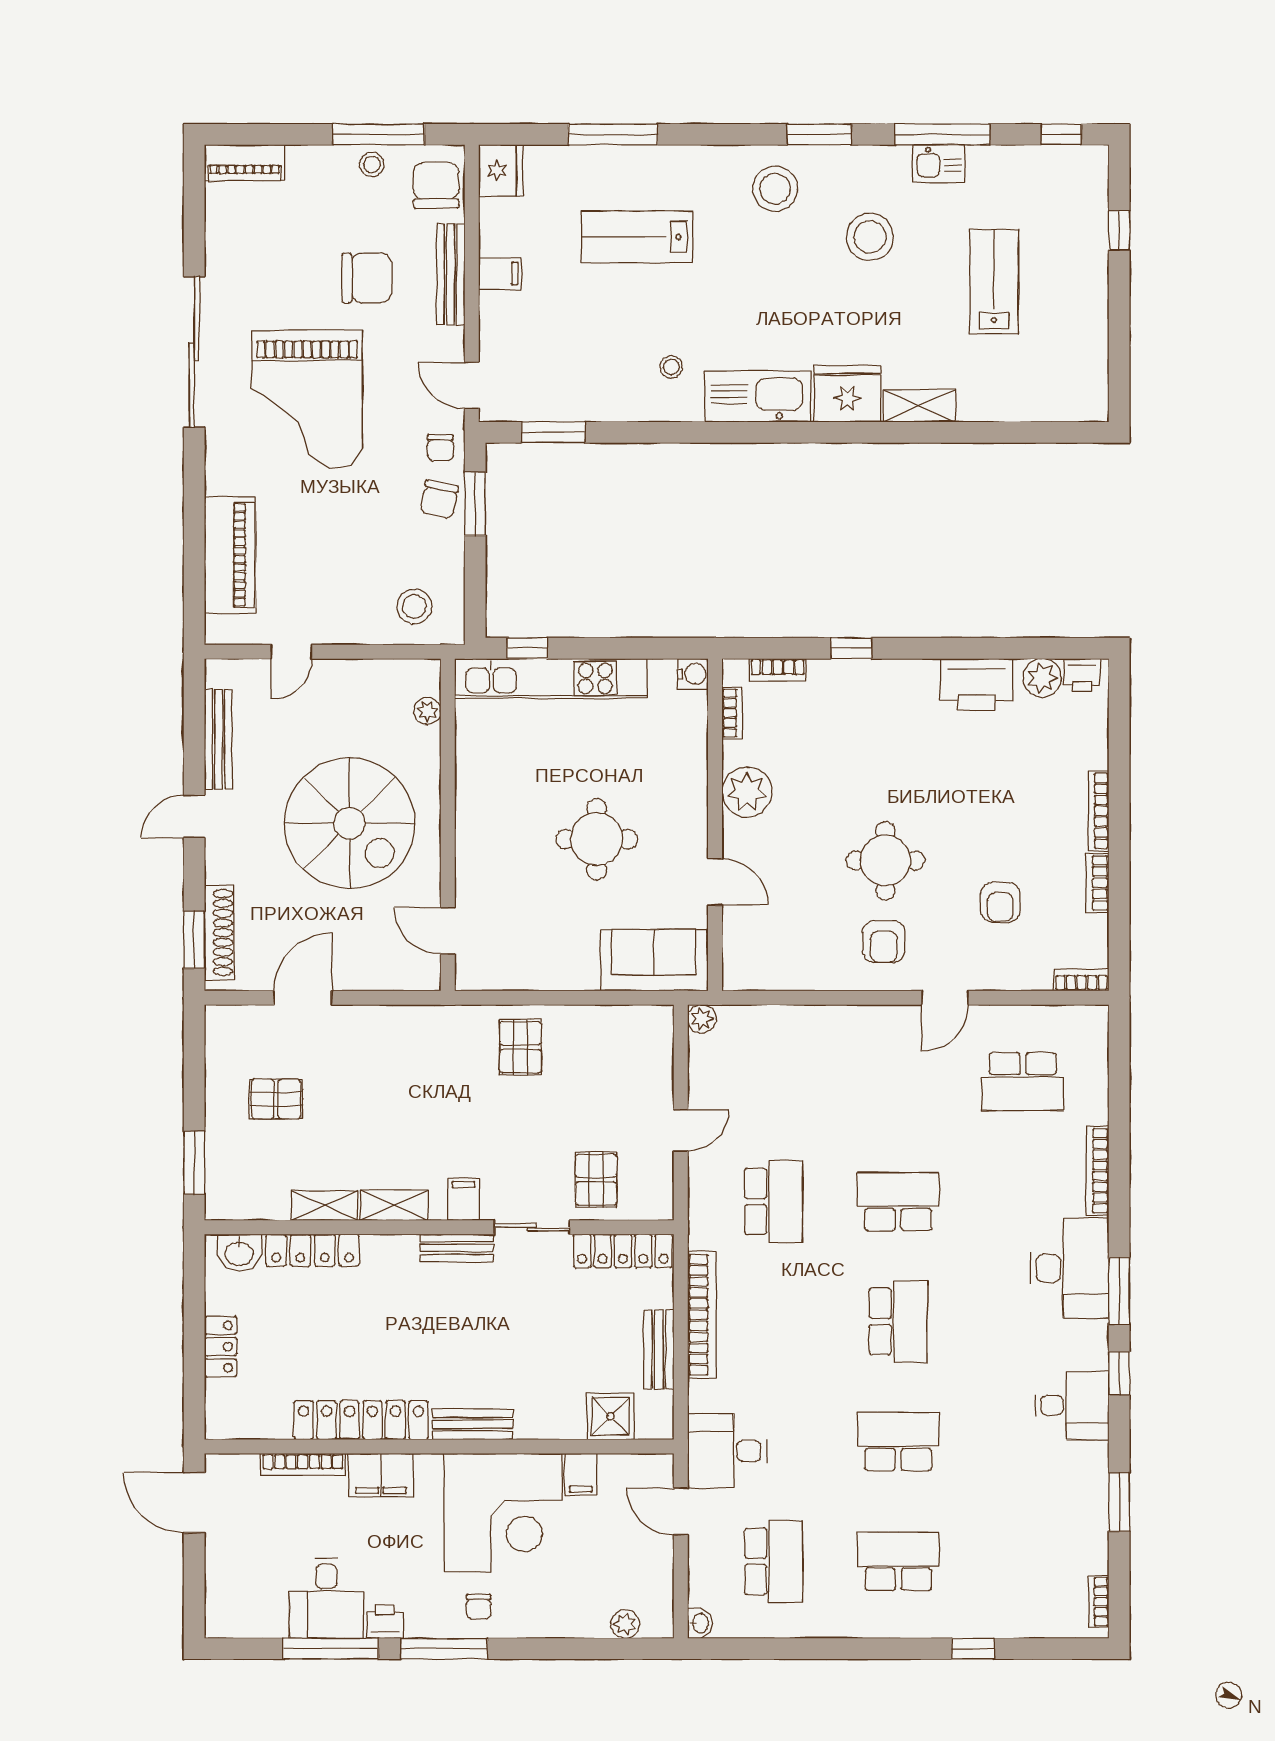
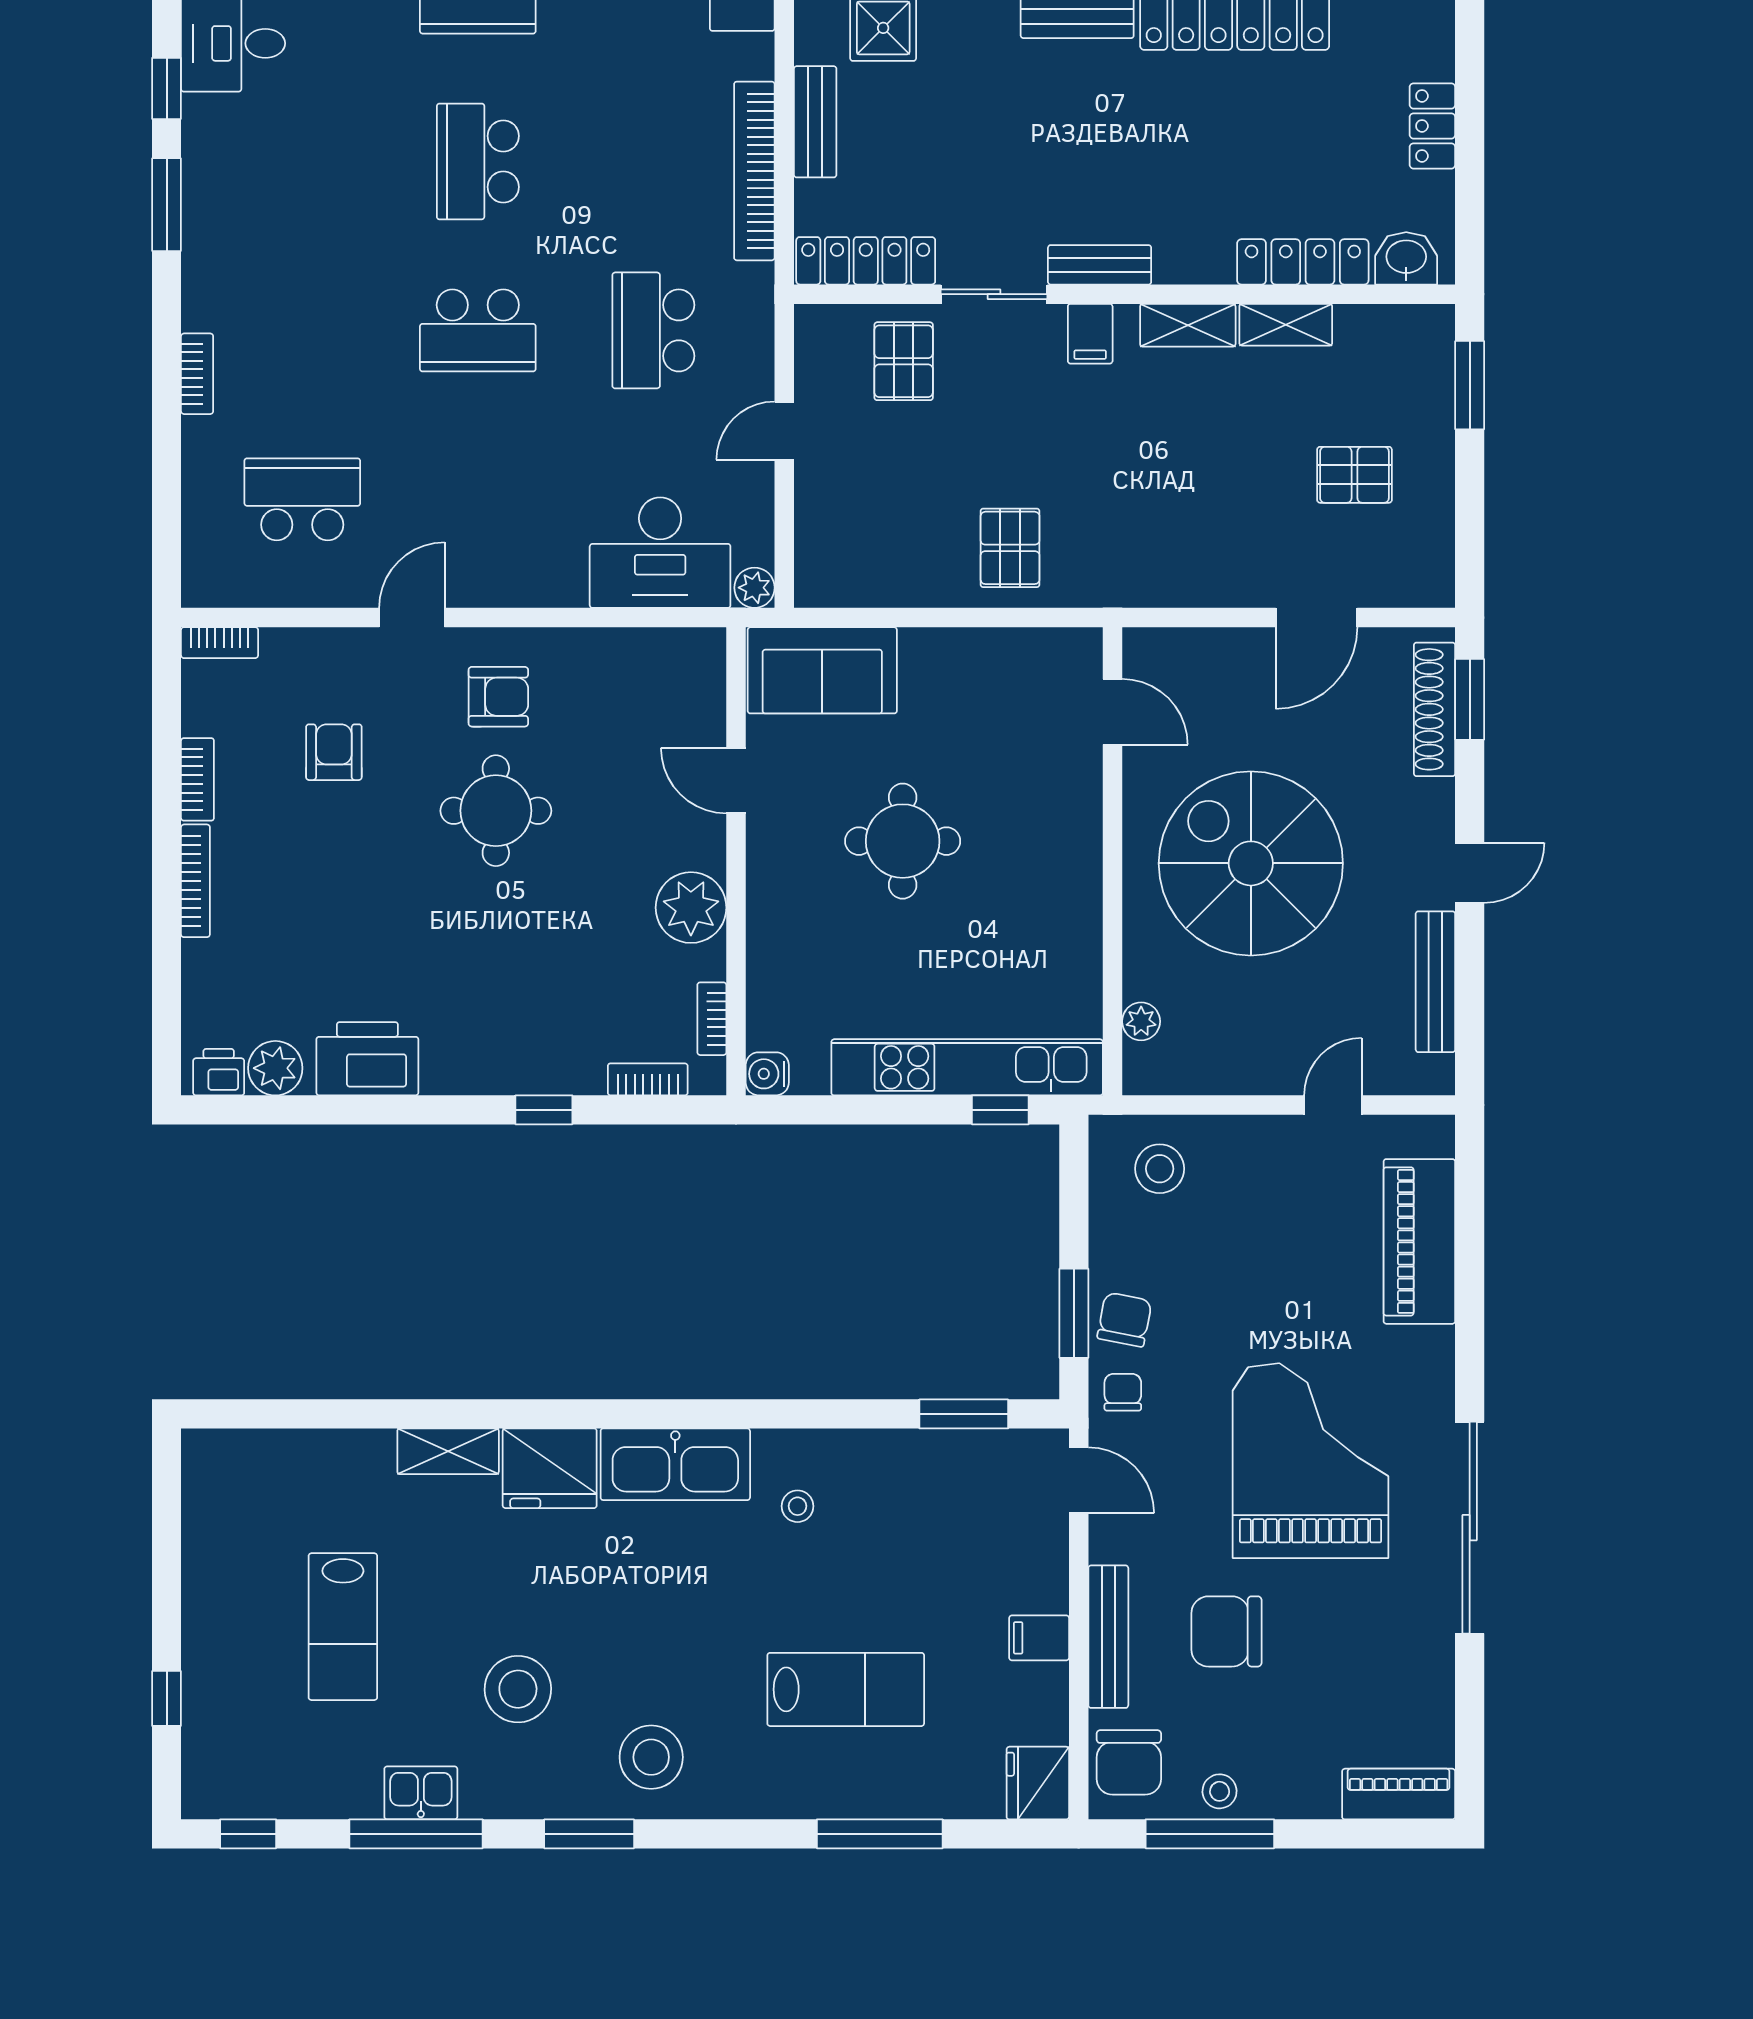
armchair: (884, 942) -> (498, 697), turned 90
bookcase: (1098, 1171) -> (197, 374), width x0.64
desk: (1070, 1268) -> (660, 553), moved, turned -90

